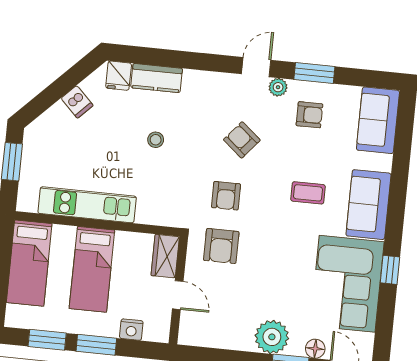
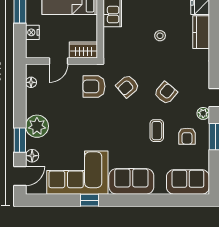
coffee table: (308, 193) -> (157, 131), moved
armchair: (226, 196) -> (128, 86), turned -41
floor lamp: (206, 339) -> (31, 82), added

